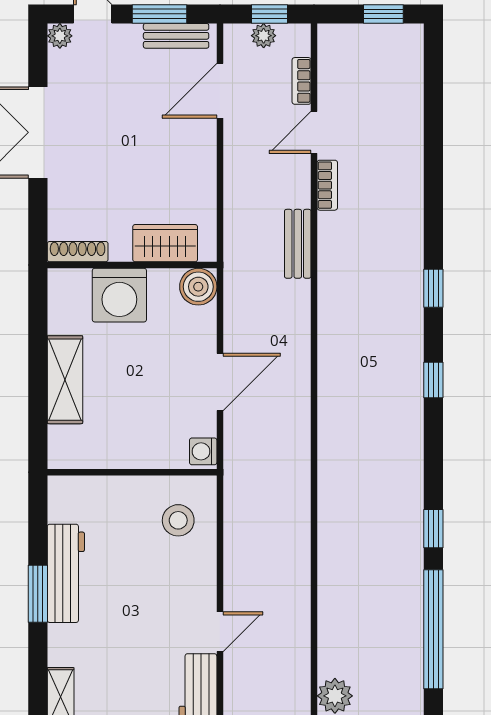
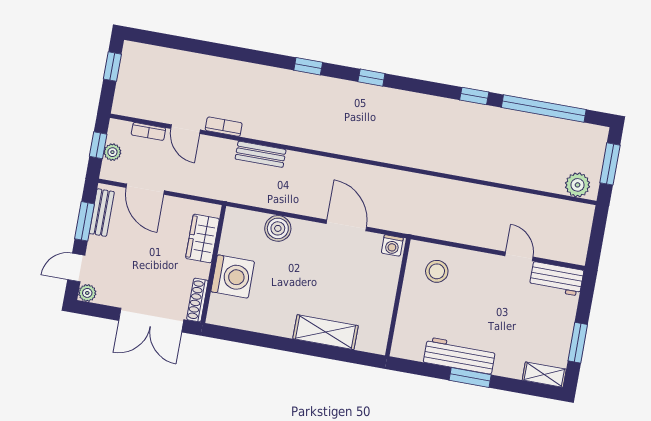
wardrobe: (165, 243) -> (202, 238), moved
shoe rack: (78, 252) -> (197, 300), moved
wall: (132, 265) -> (213, 264), moved
washing machine: (119, 295) -> (233, 277), moved

